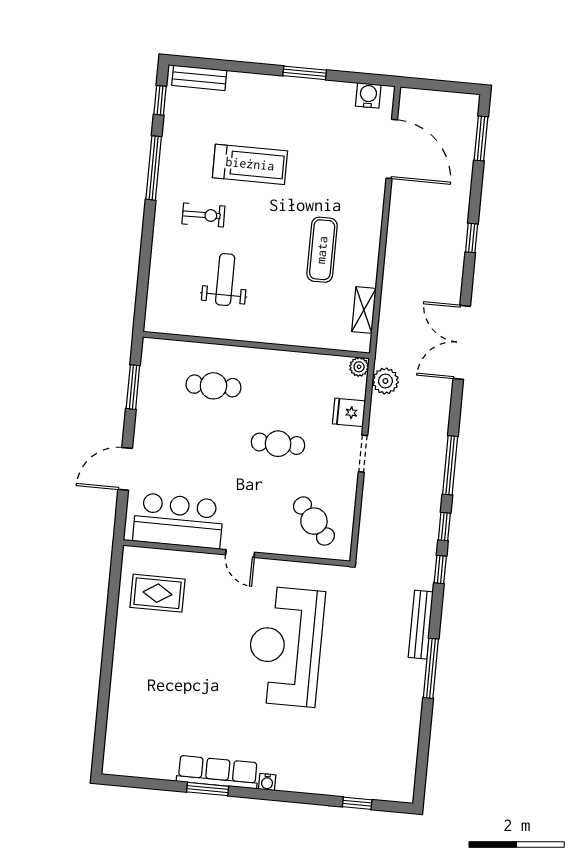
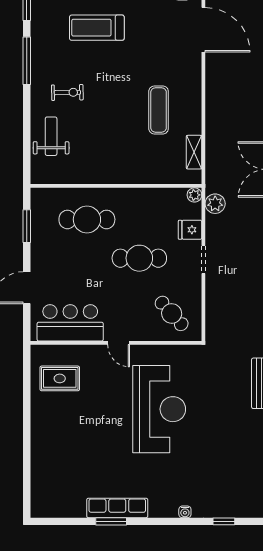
treadmill: (250, 164) -> (97, 28), moved, turned 180
weight bench: (225, 280) -> (51, 136), moved
cafe table: (213, 386) -> (87, 219), width x1.37, depth x1.35
cafe table: (278, 444) -> (139, 258), width x1.37, depth x1.35
reception desk: (285, 646) -> (159, 409), turned 180
water cooler: (267, 782) -> (185, 512), moved

